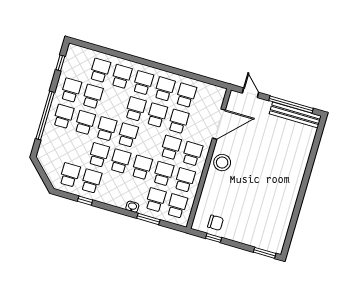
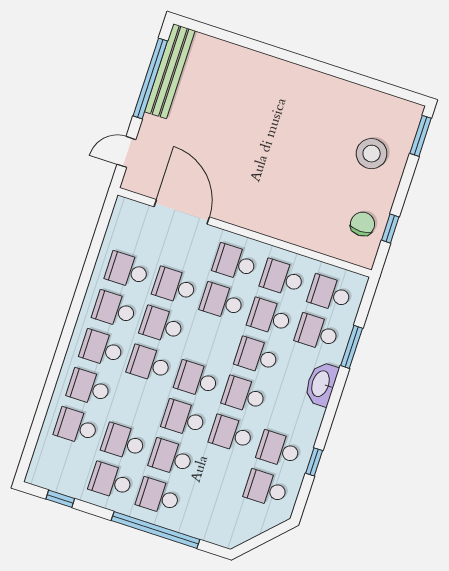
stool: (222, 163) -> (372, 154), moved
washbasin: (132, 207) -> (321, 384), width x1.91, depth x1.45

